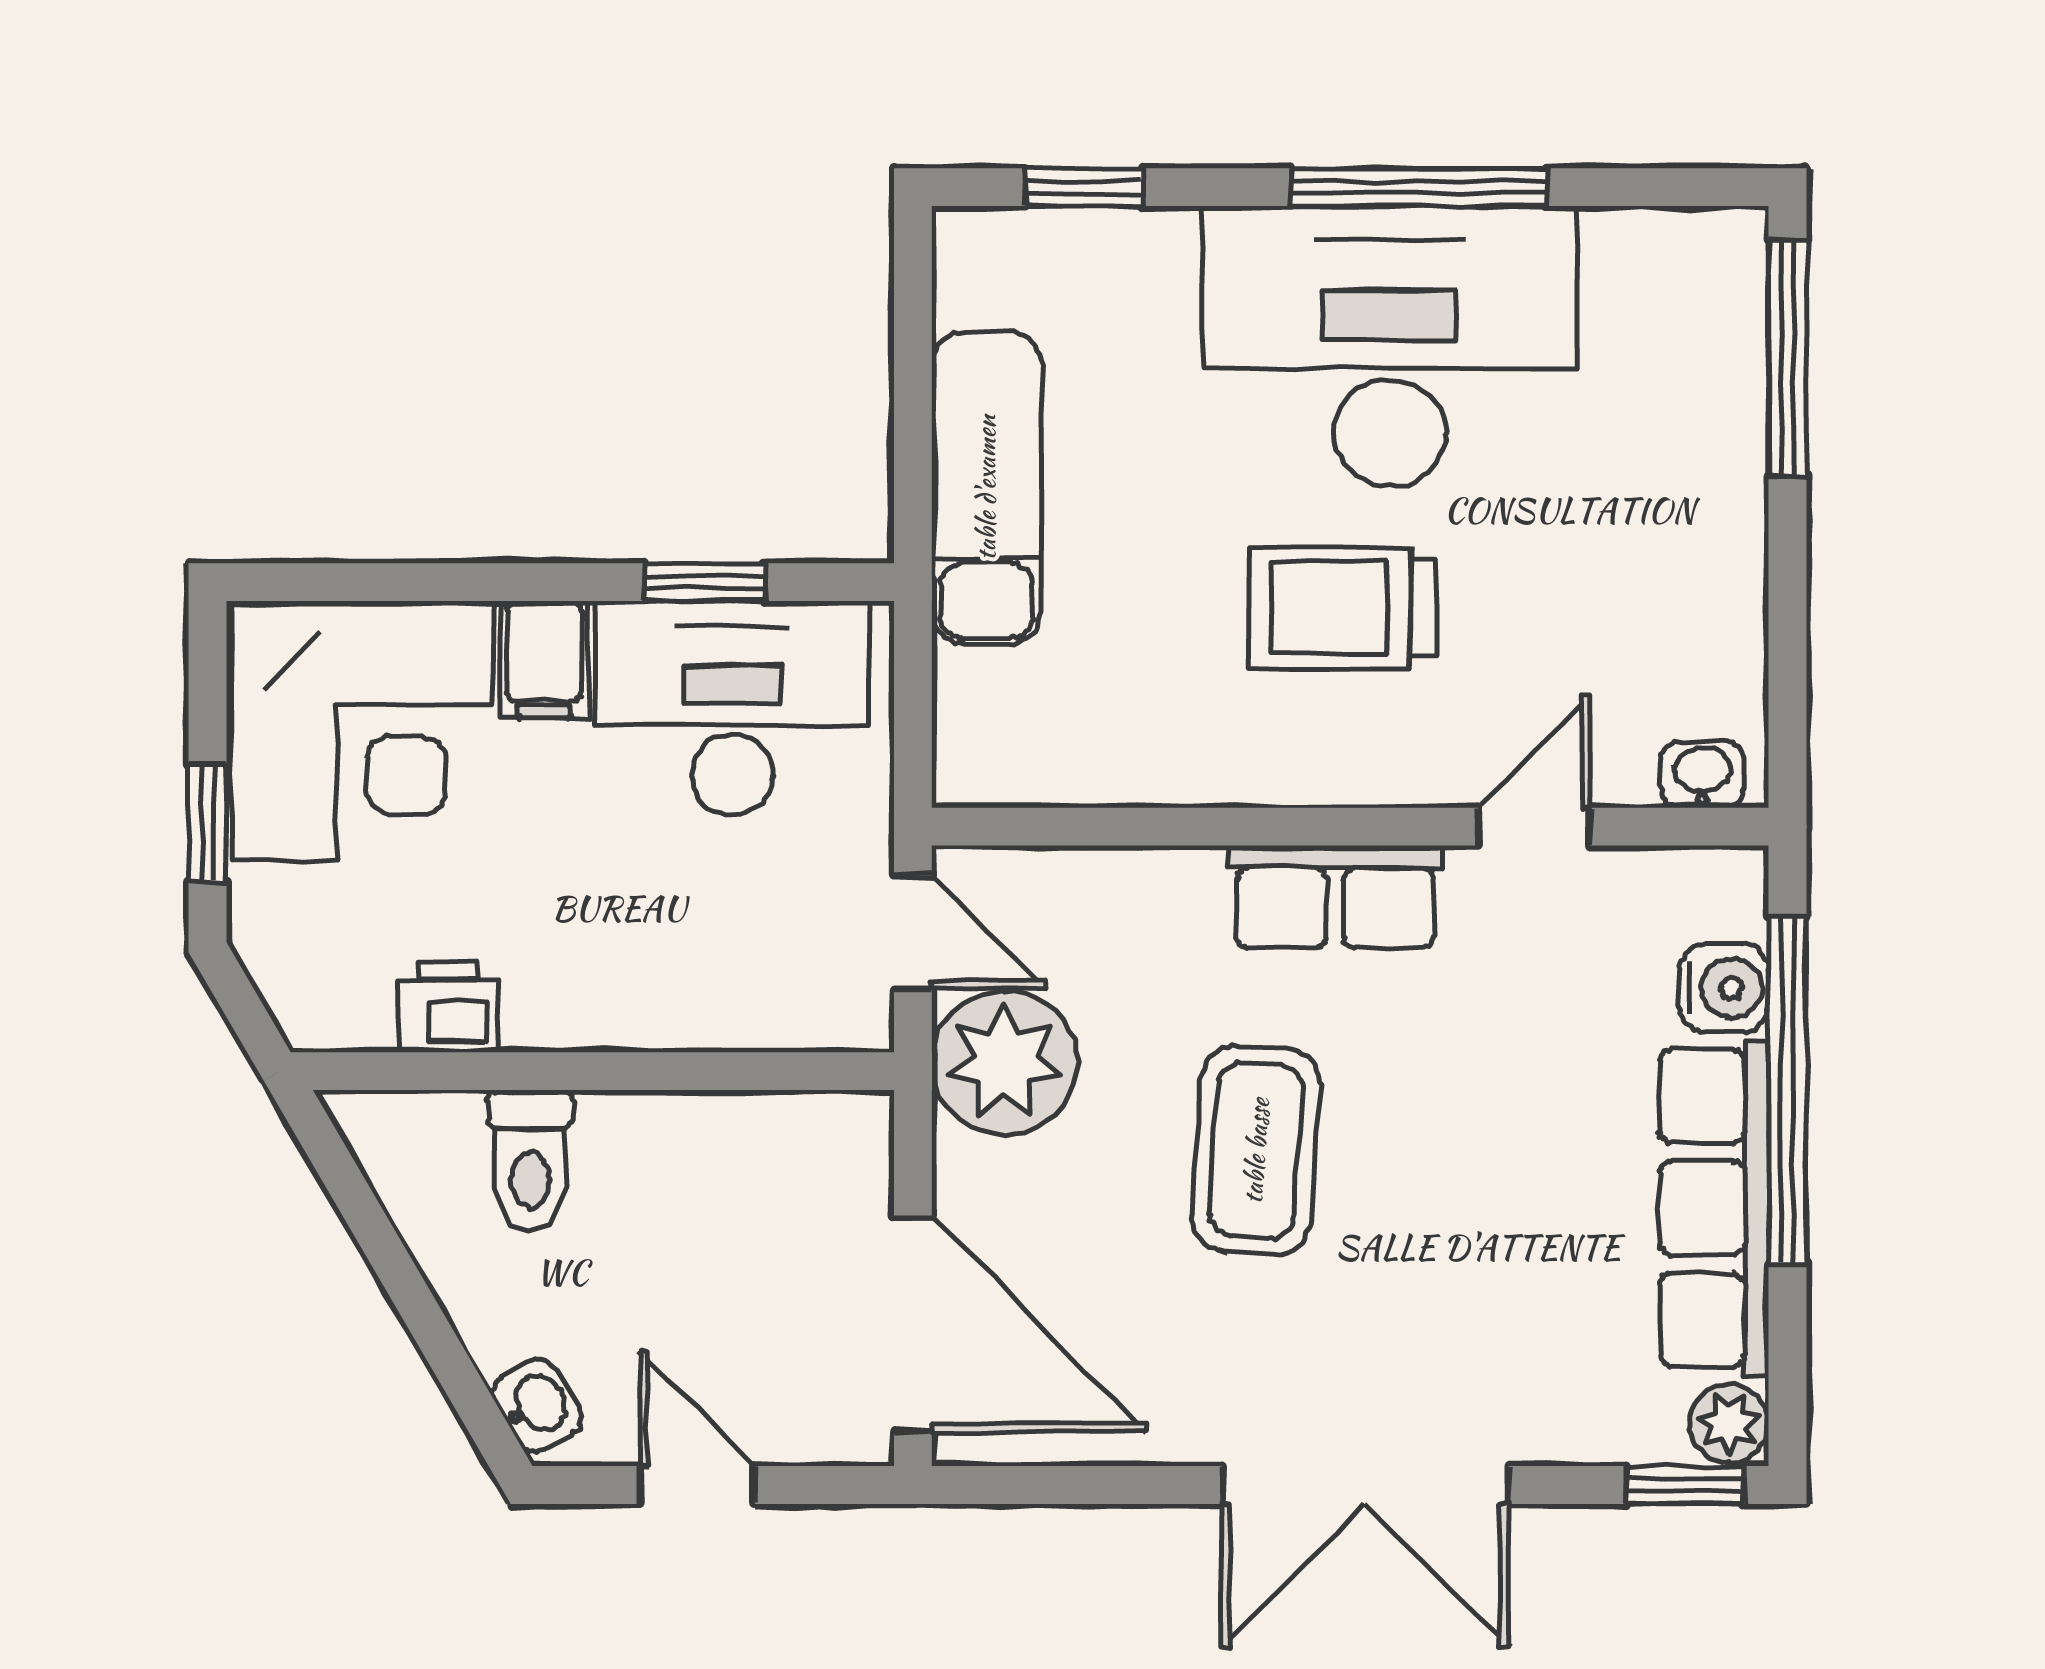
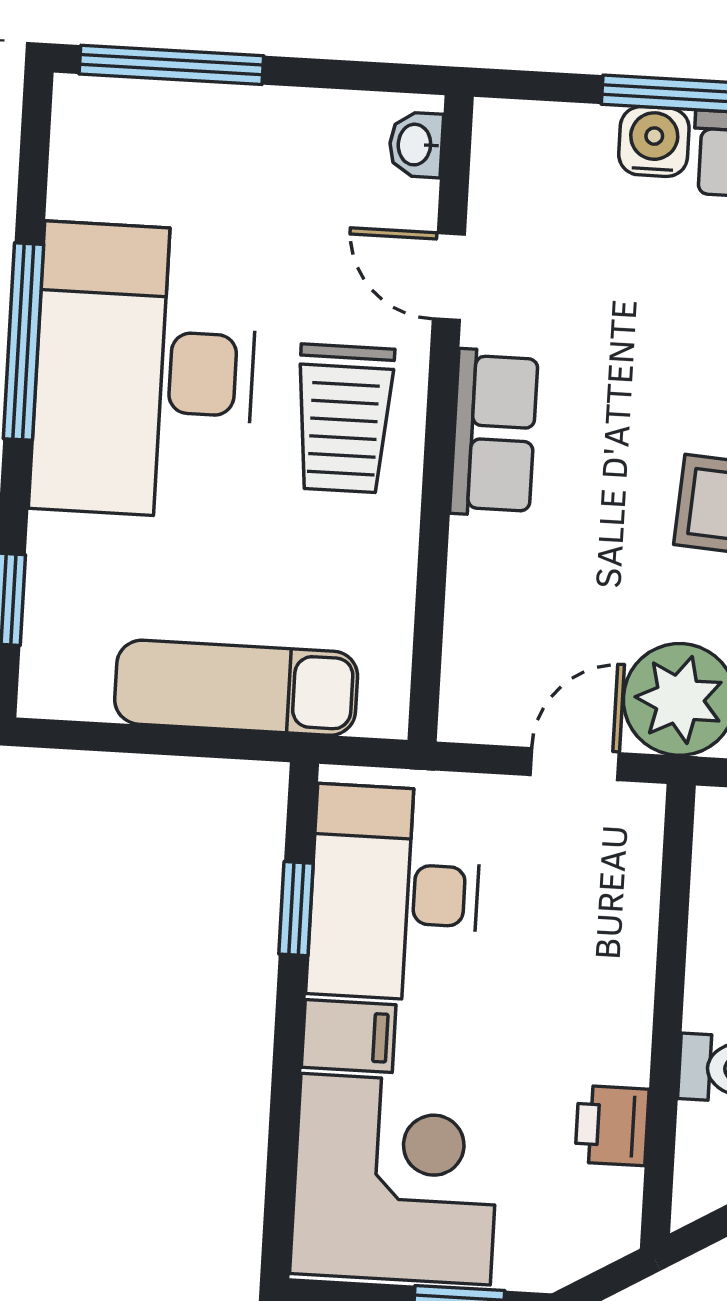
washbasin: (1702, 774) -> (416, 145), moved
wall: (1350, 827) -> (441, 418), moved
door: (1534, 827) -> (449, 277), moved
row of seats: (1335, 897) -> (494, 433), moved

